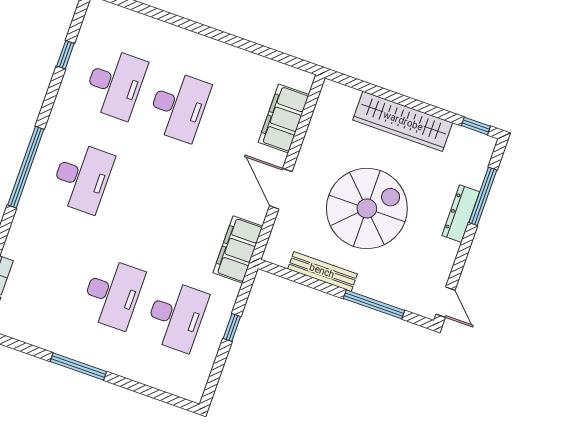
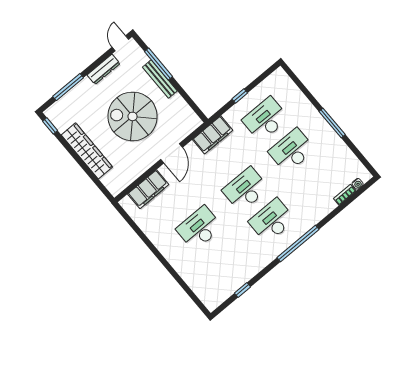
desk: (115, 84) -> (246, 189), moved
dresser: (461, 214) -> (104, 69), moved
bench: (322, 271) -> (160, 79), moved

